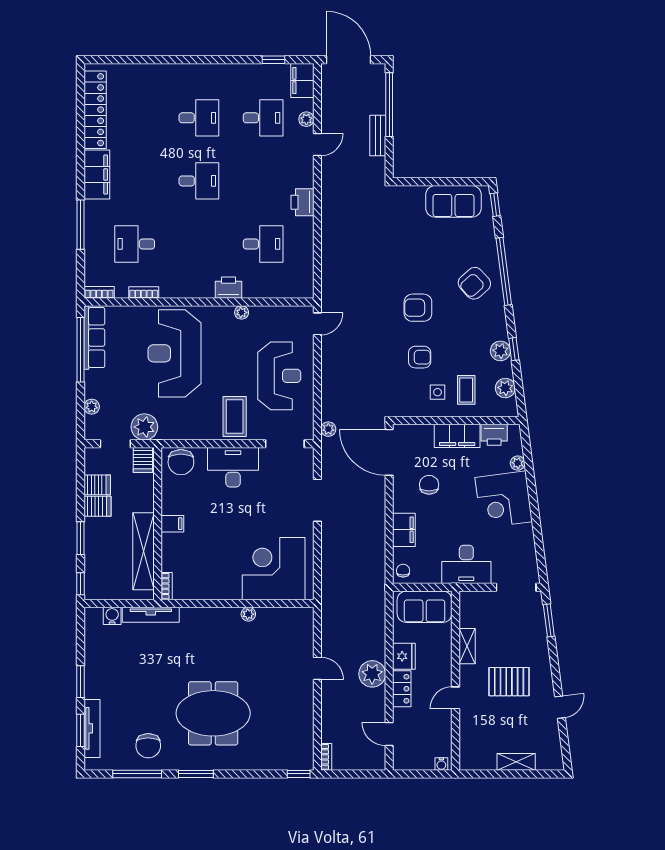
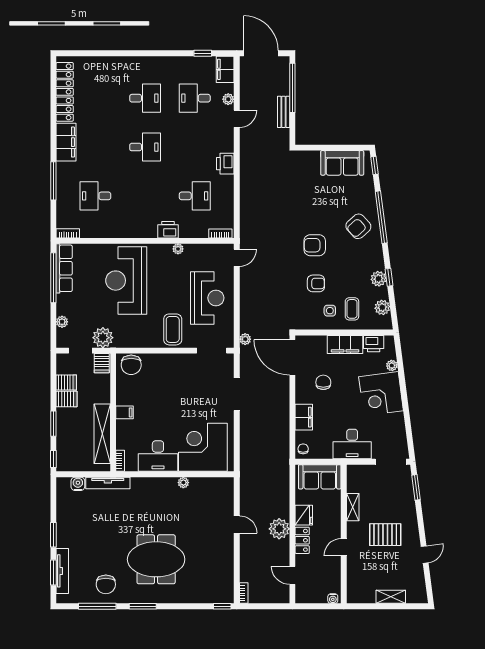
desk: (263, 118) -> (195, 98), turned 180
bookcase: (144, 293) -> (220, 233), moved
desk: (233, 467) -> (158, 456), moved, turned 180

